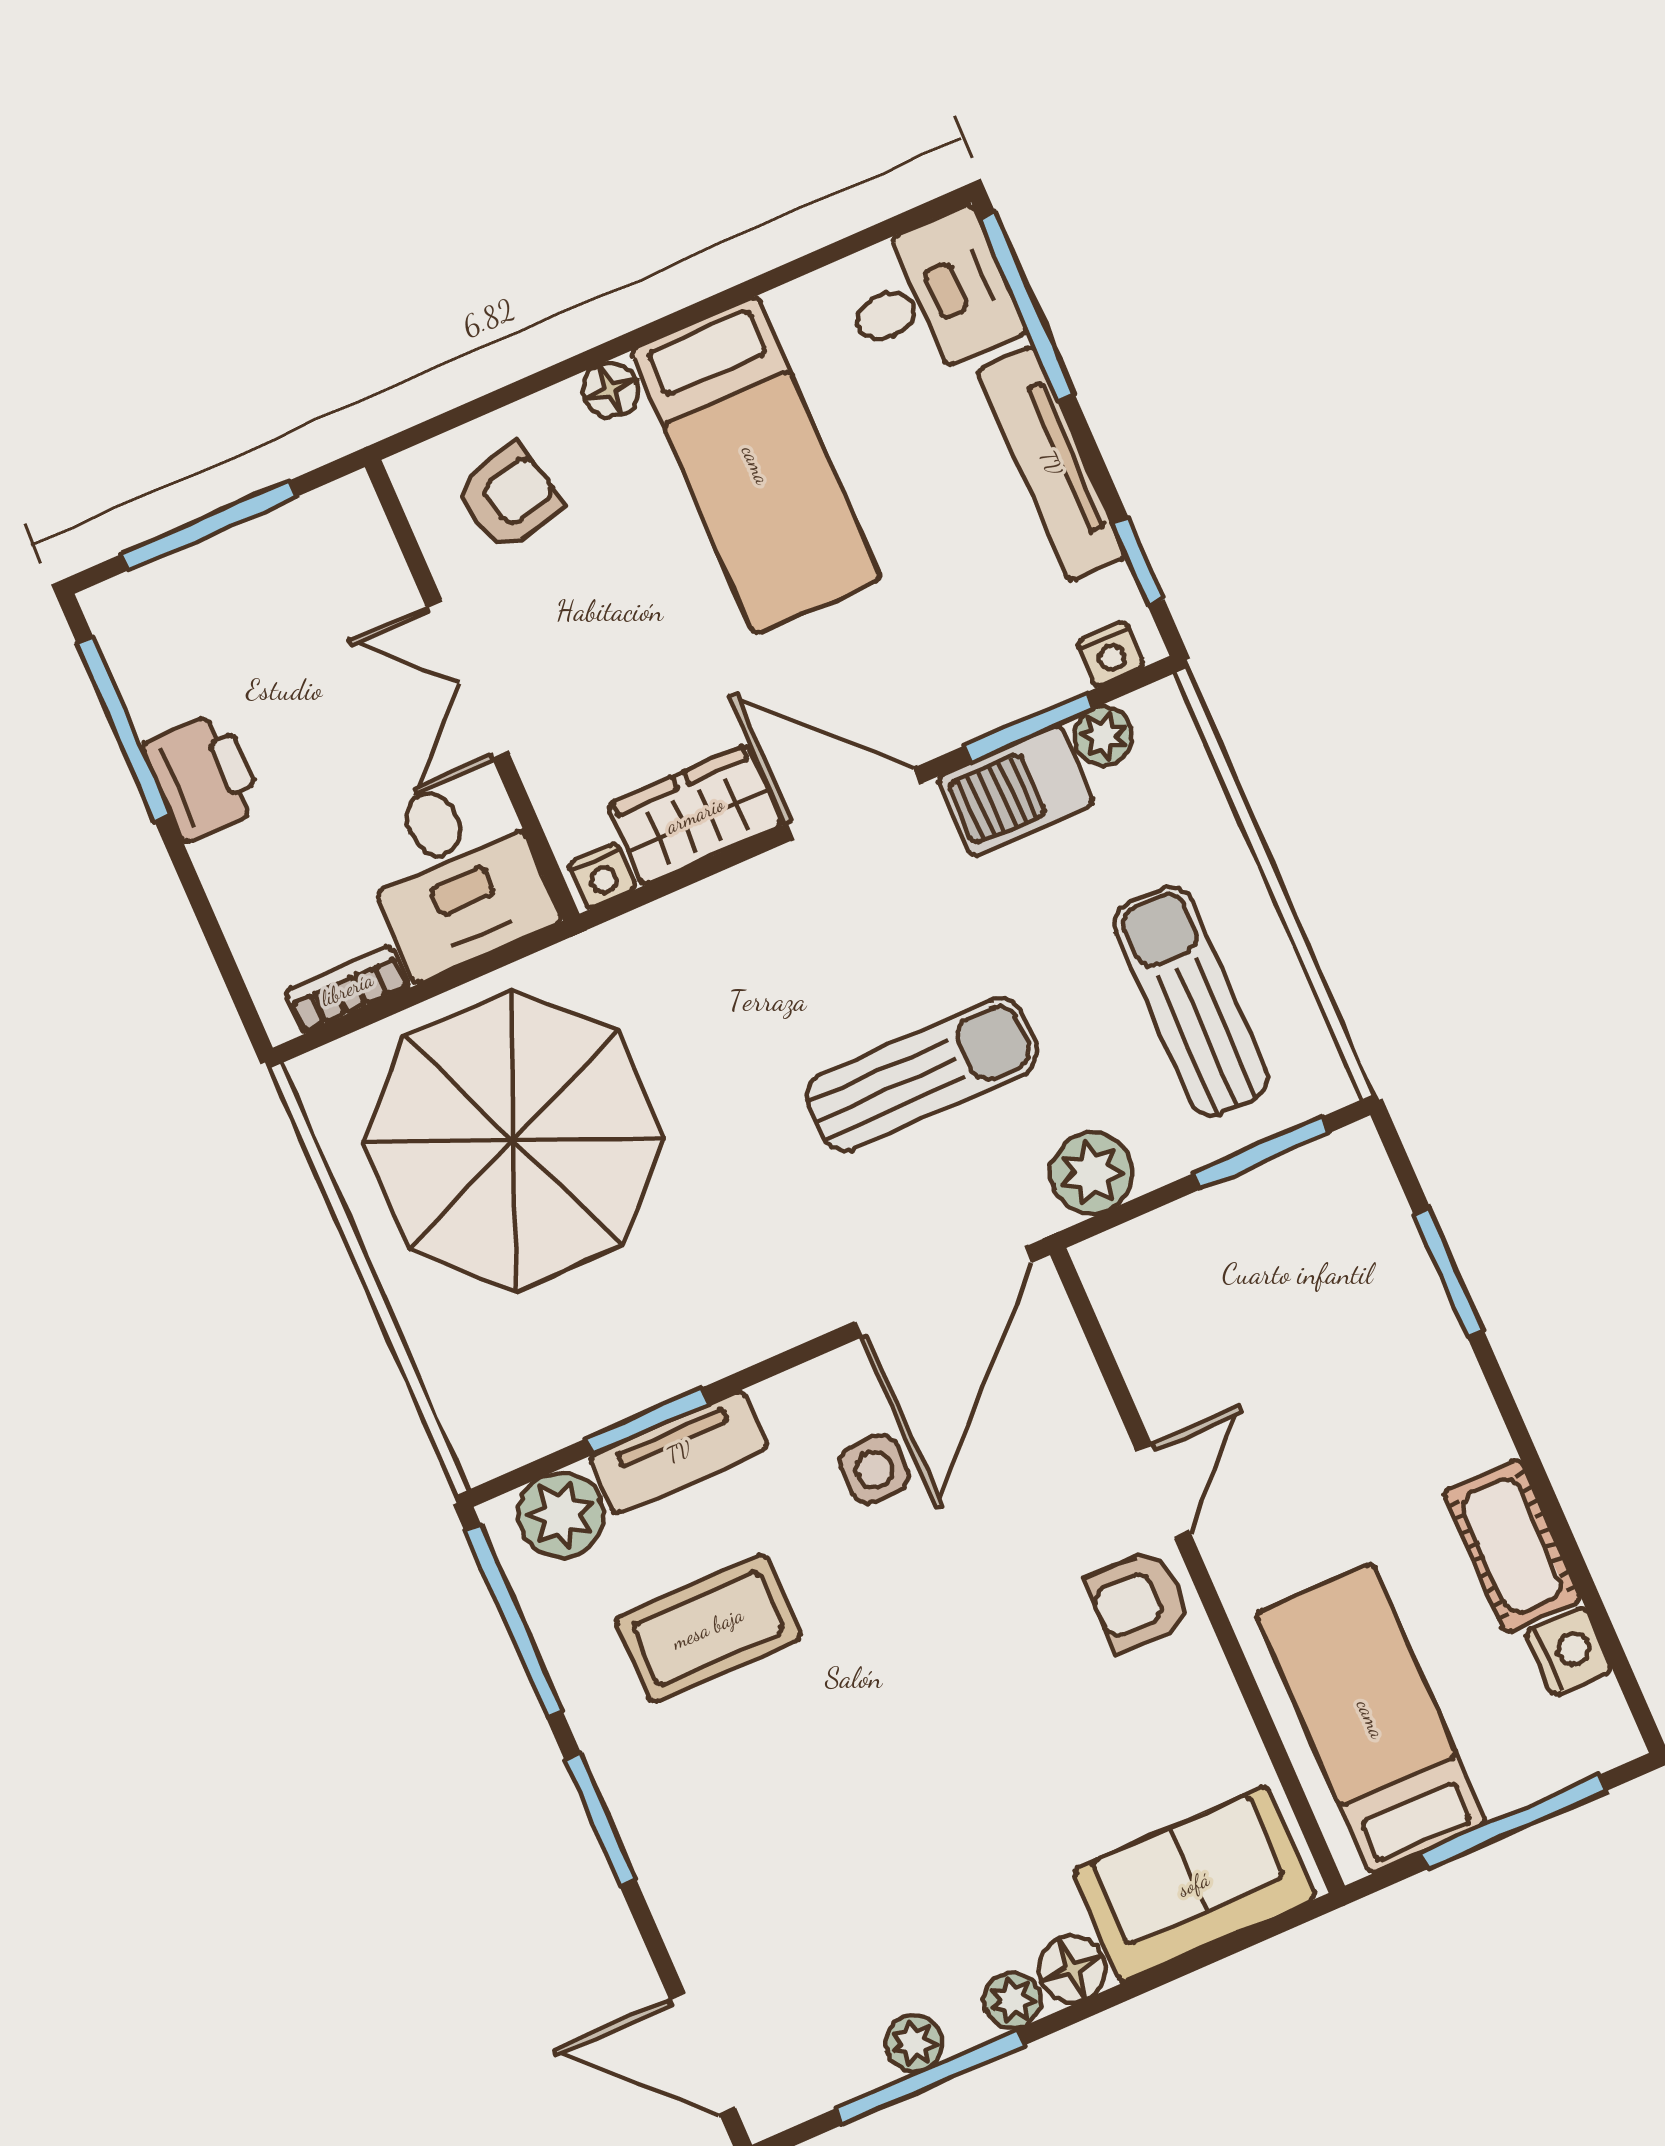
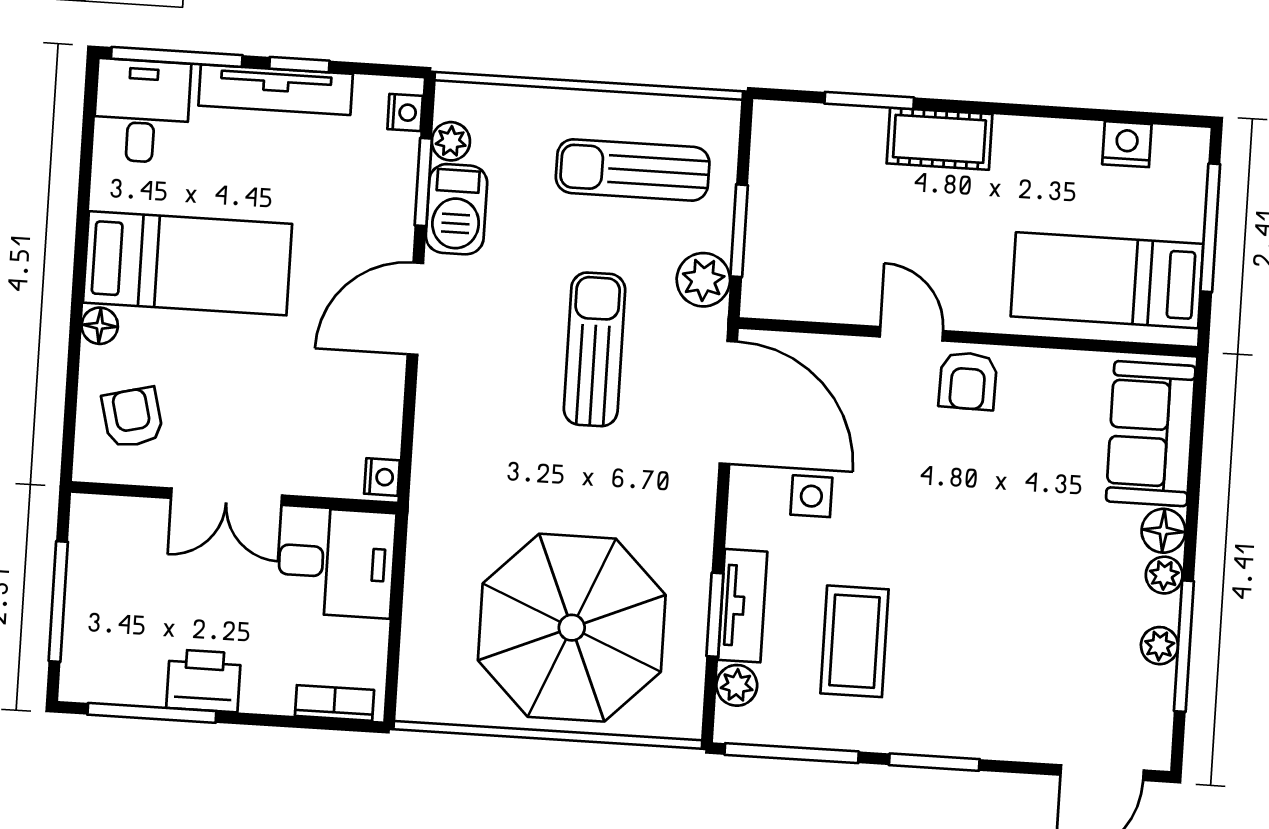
window: (1138, 561) -> (299, 65), moved
wardrobe: (695, 815) -> (374, 404), removed
bookcase: (347, 989) -> (334, 703), moved, turned 90
parasol: (514, 1140) -> (572, 628), moved
window: (1262, 1153) -> (739, 231), moved
plant: (561, 1515) -> (737, 685), width x0.73, depth x0.73
cot: (1512, 1546) -> (939, 139), moved

